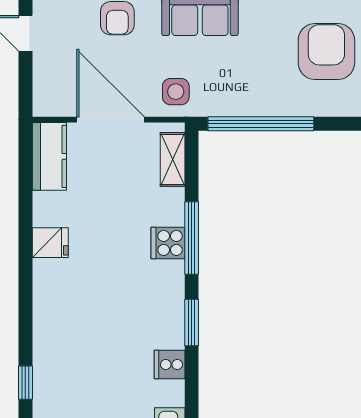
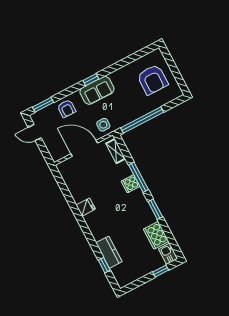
armchair: (326, 52) -> (152, 80), turned 180
kitchen counter: (49, 156) -> (109, 252), moved
cooker: (170, 365) -> (156, 235), width x1.87, depth x1.31

